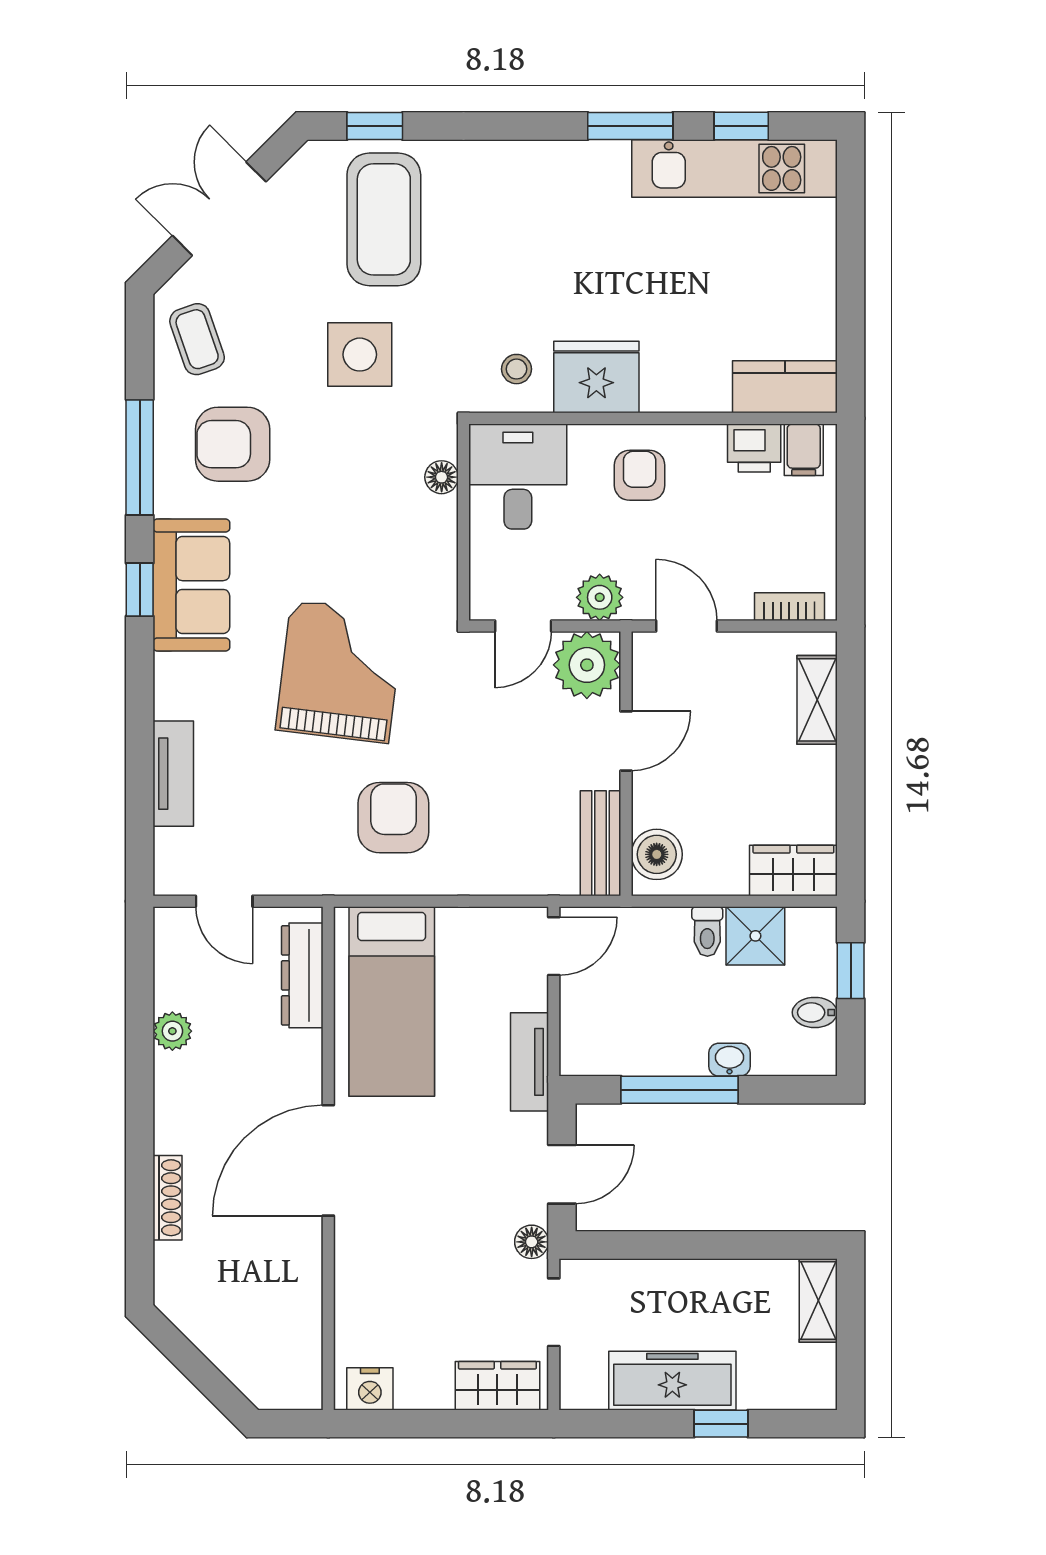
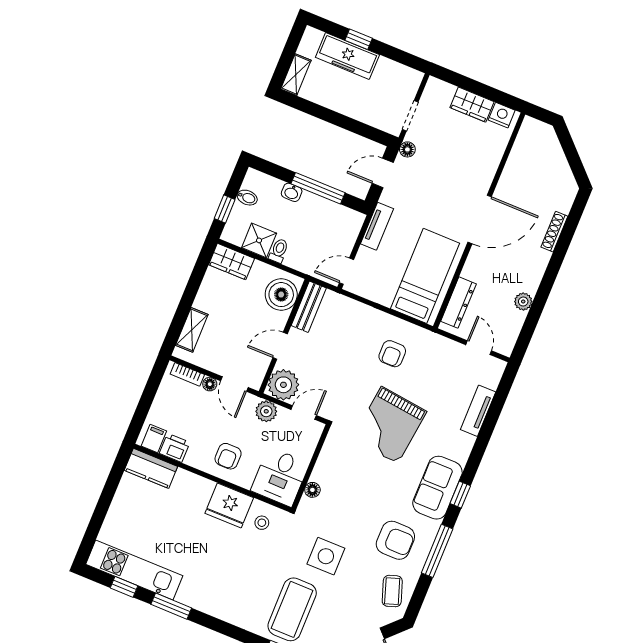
floor lamp: (736, 605) -> (210, 384), added
armchair: (393, 818) -> (392, 354), width x0.72, depth x0.72
boiler: (657, 854) -> (281, 295), width x1.37, depth x1.37
freezer: (672, 1381) -> (347, 56), moved
wardrobe: (497, 1386) -> (472, 105), moved

